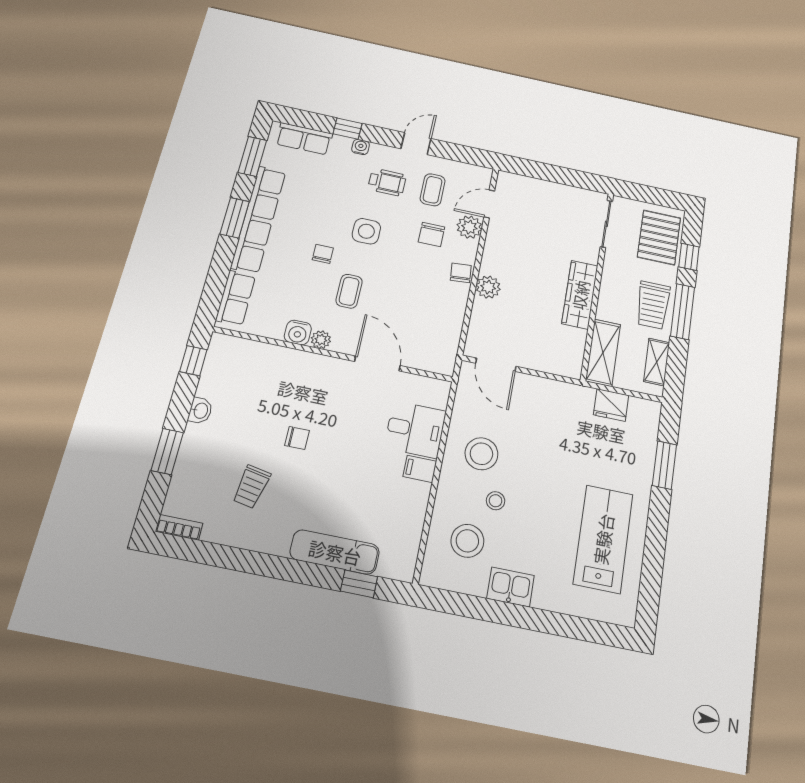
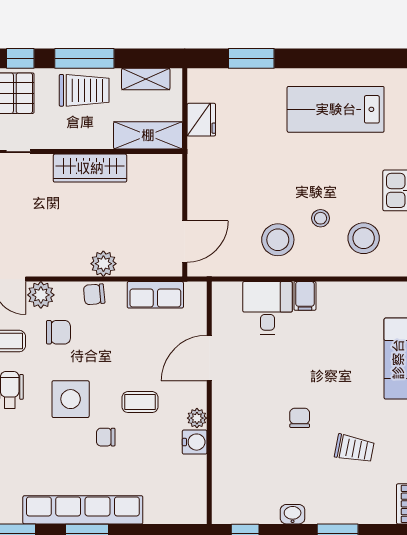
side table: (366, 231) -> (71, 399), width x1.37, depth x1.37
row of seats: (236, 298) -> (155, 295), moved, turned 180

